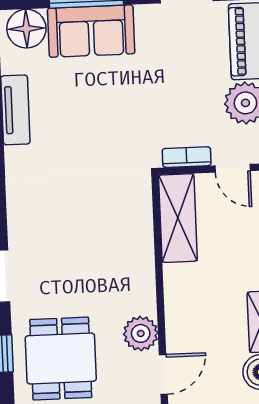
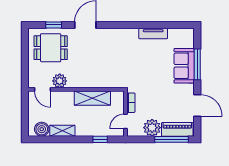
floor lamp: (26, 29) -> (186, 39), removed
shelving: (178, 218) -> (92, 98), moved

